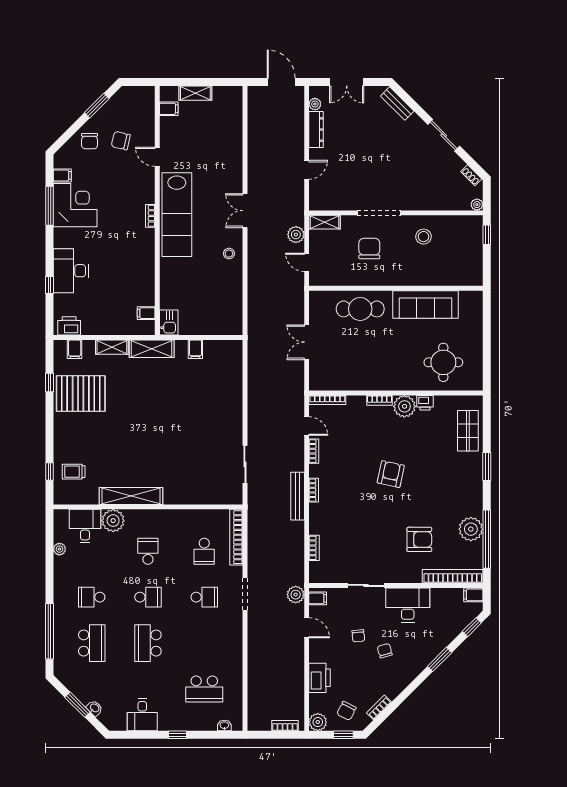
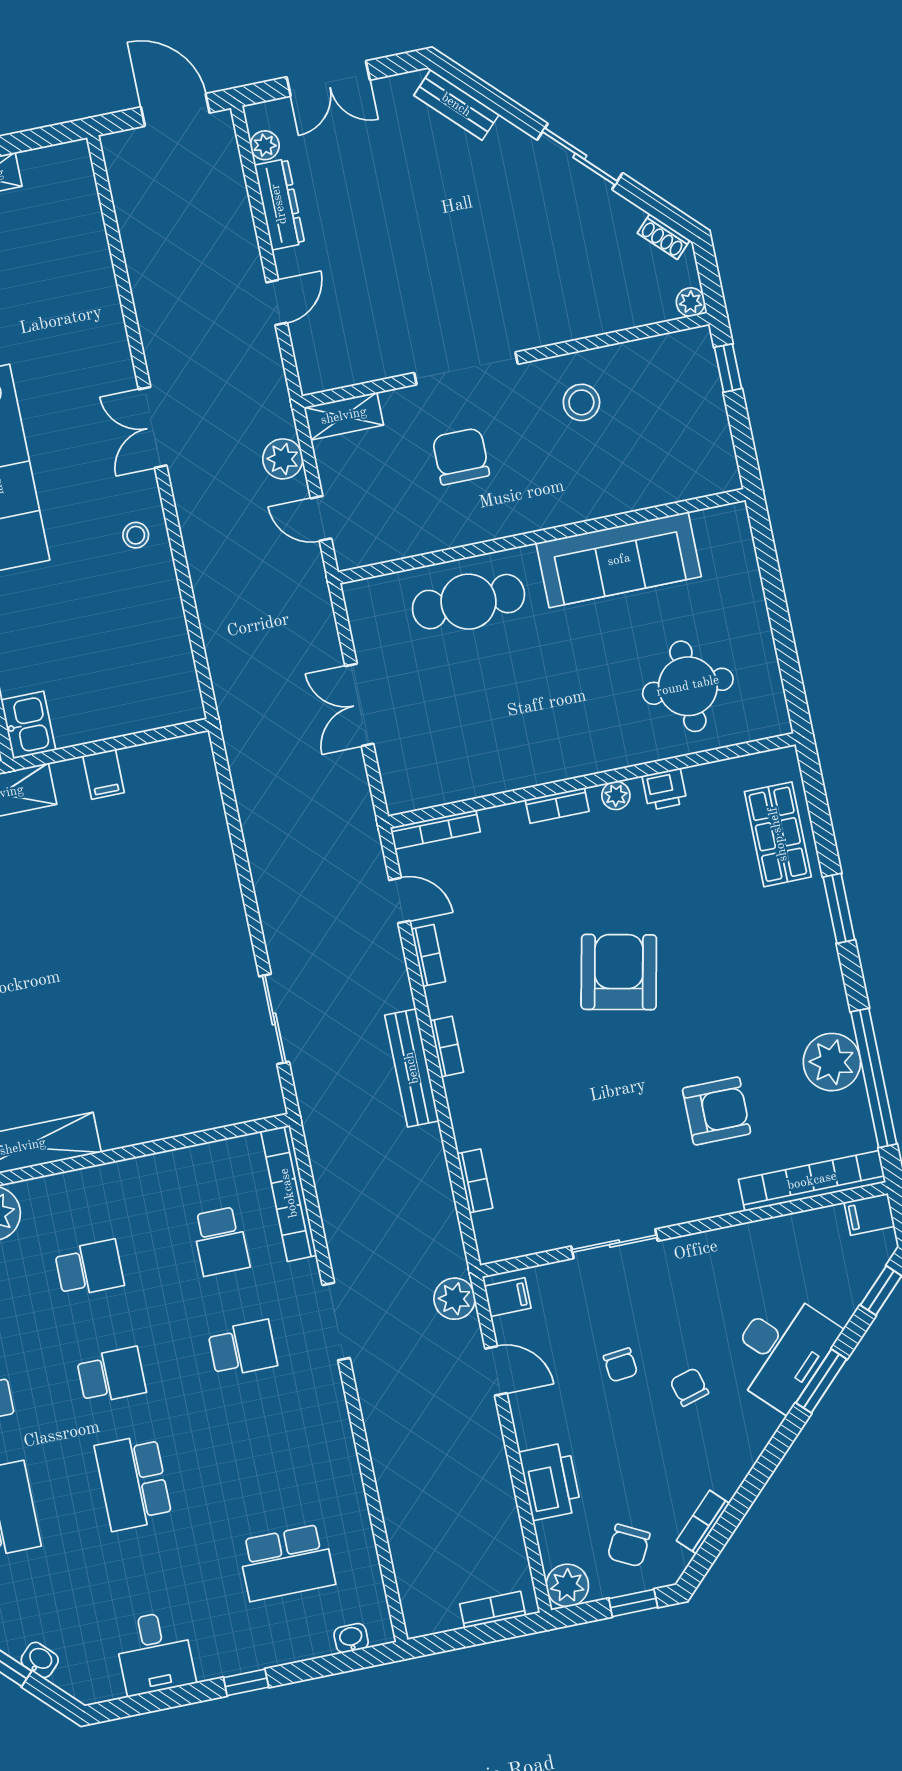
plant: (404, 406) -> (616, 795), width x0.53, depth x0.53
armchair: (391, 474) -> (619, 972), width x1.36, depth x1.36
school desk: (148, 551) -> (89, 1268), turned 90
desk: (408, 605) -> (782, 1350), moved, turned 135

